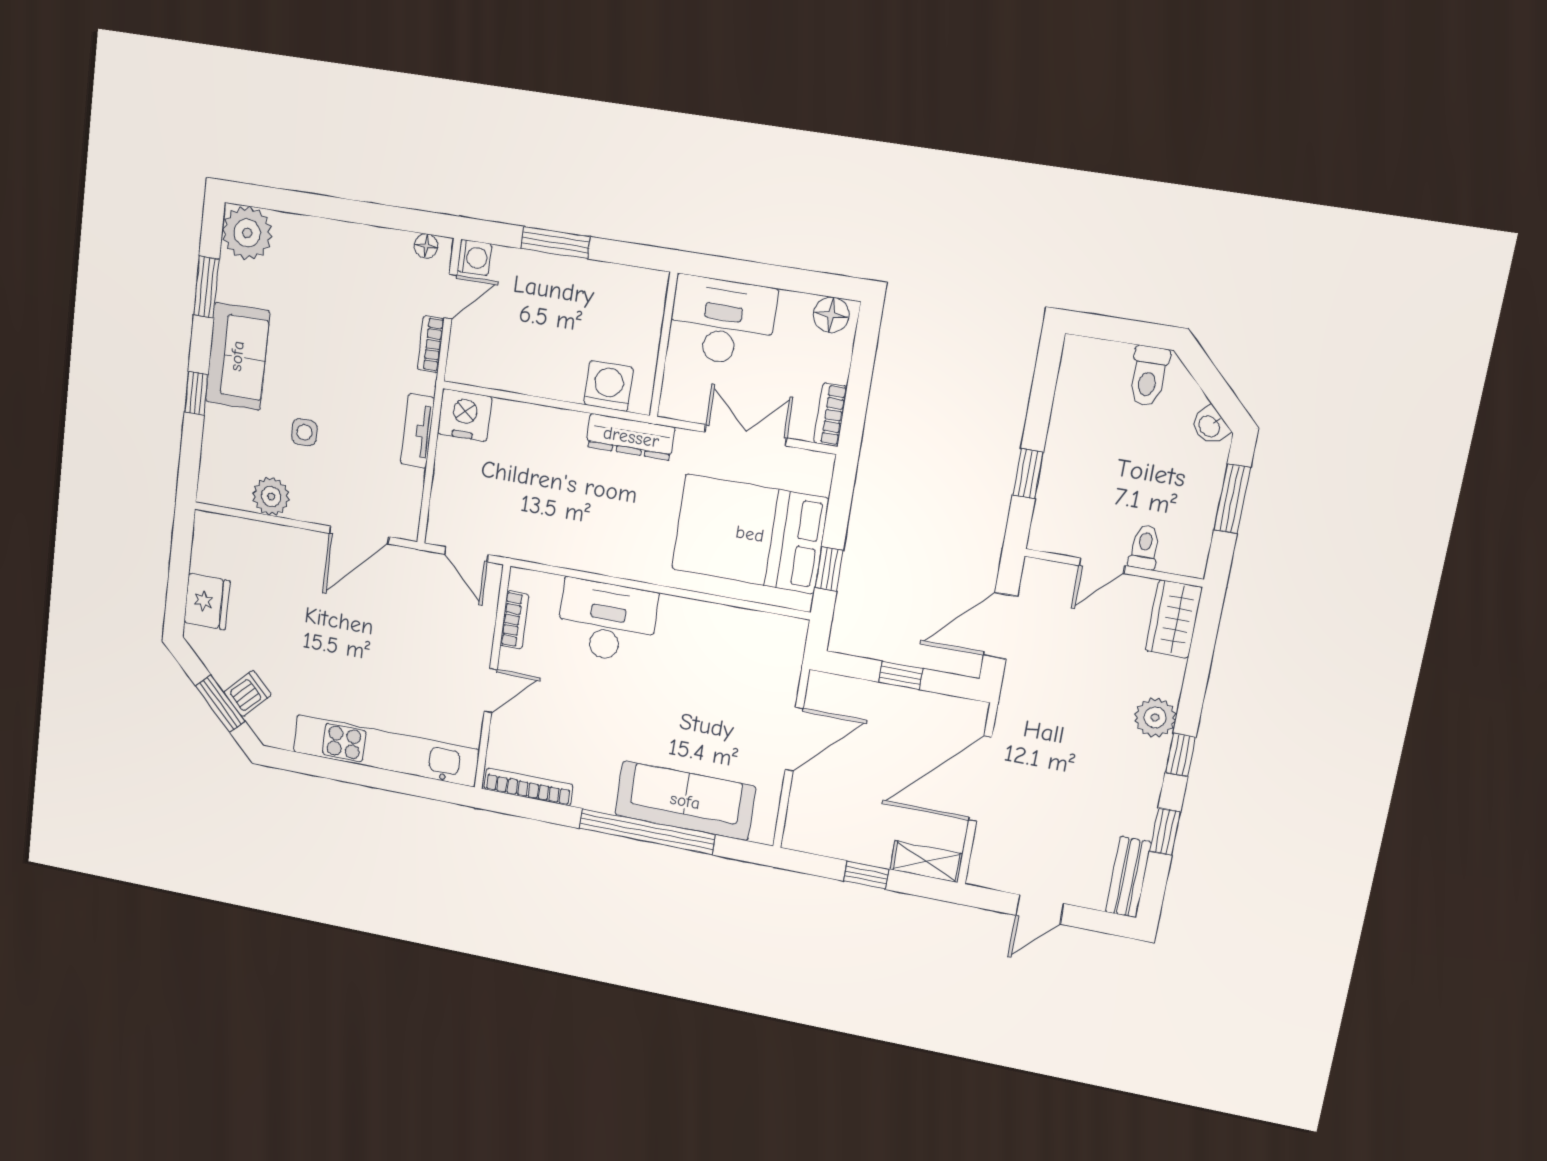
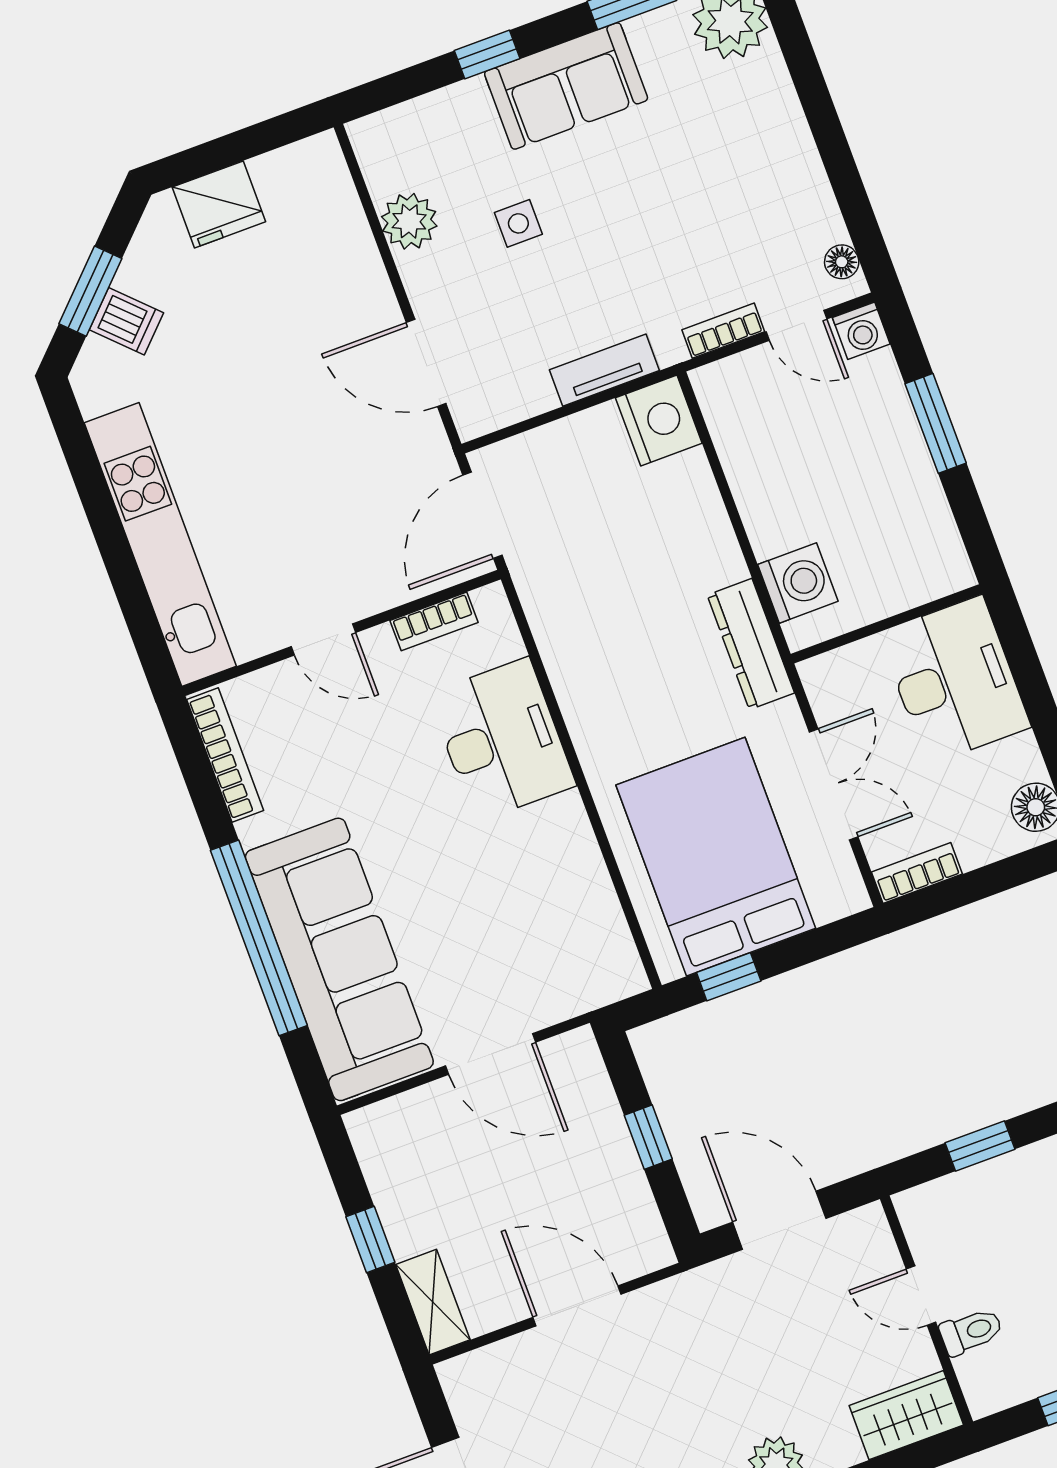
door: (466, 554) -> (482, 515), width x1.38
door: (980, 779) -> (577, 1306), width x0.73
sofa: (685, 801) -> (339, 959), width x1.36, depth x1.27

